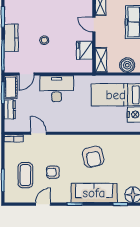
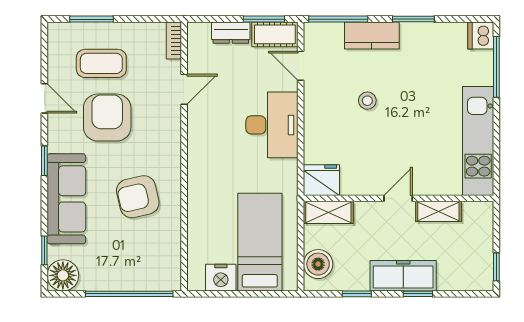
fridge: (85, 50) -> (321, 180), moved
armchair: (53, 172) -> (107, 118), width x1.88, depth x1.88

